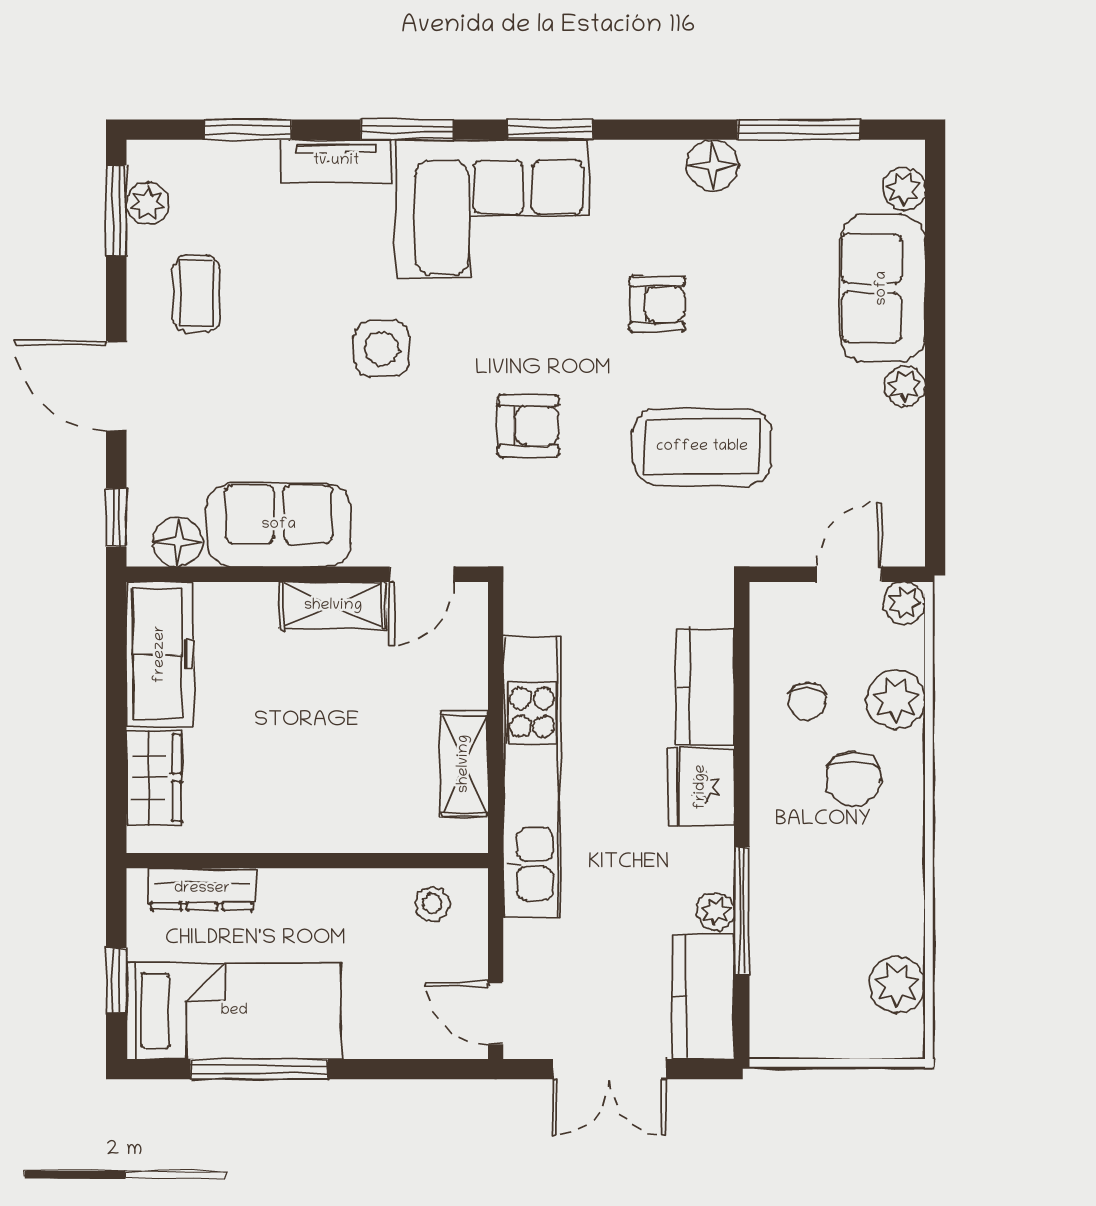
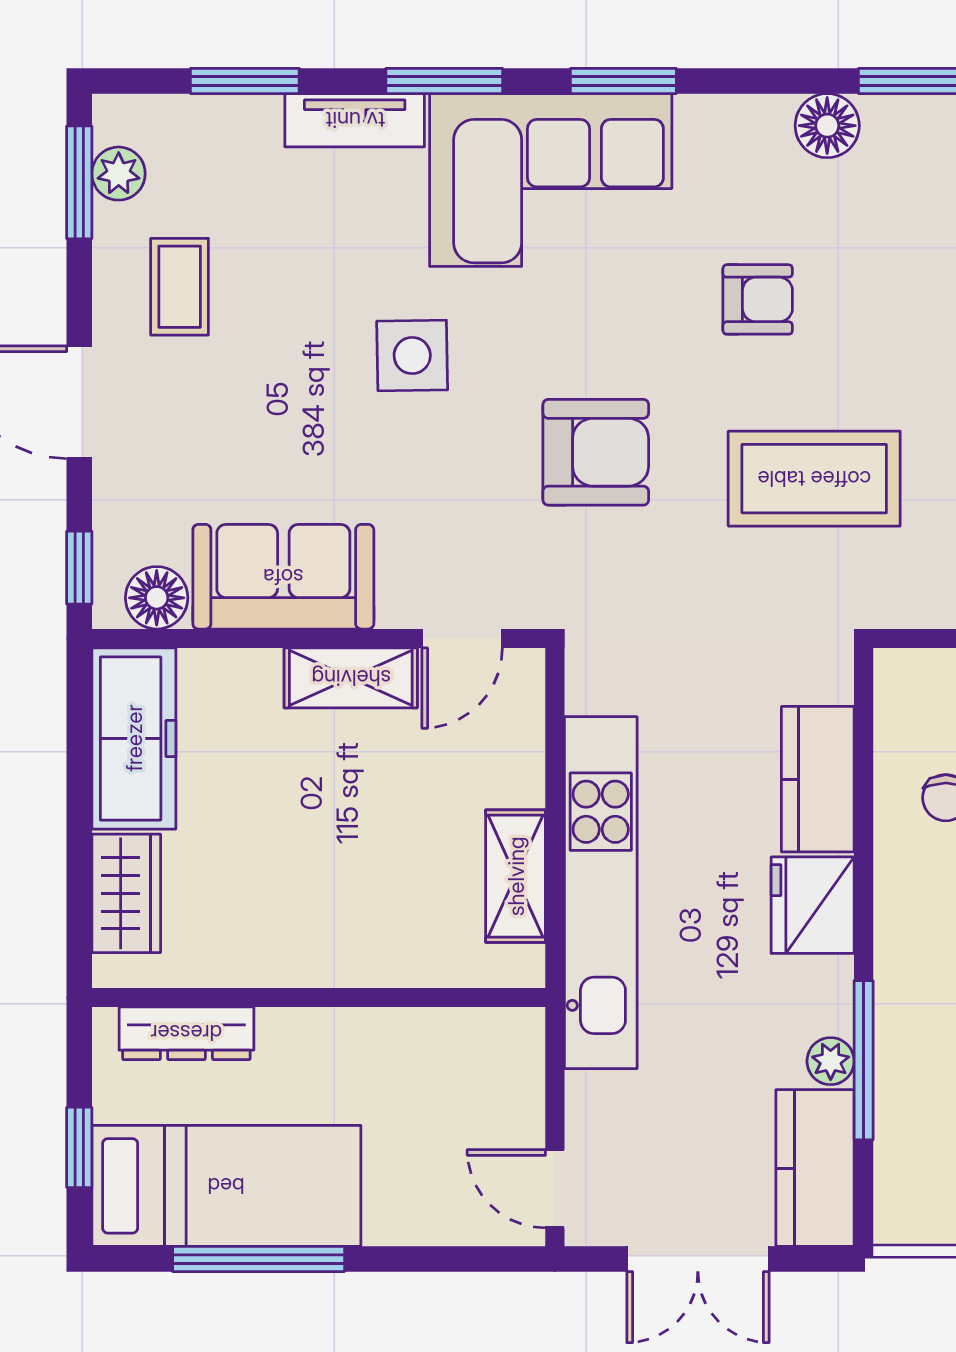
armchair: (528, 426) -> (596, 452), width x1.38, depth x1.38
stool: (432, 904) -> (475, 1052), removed

